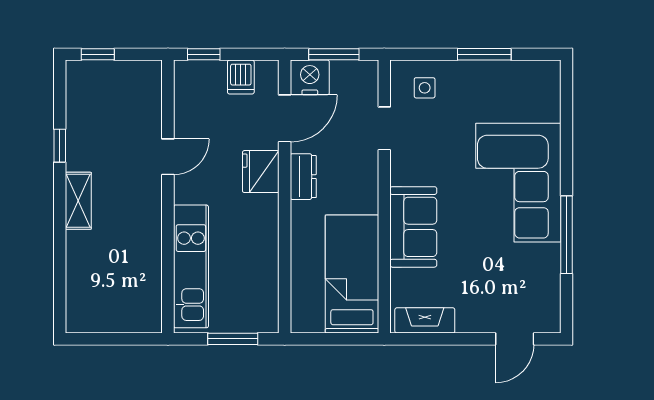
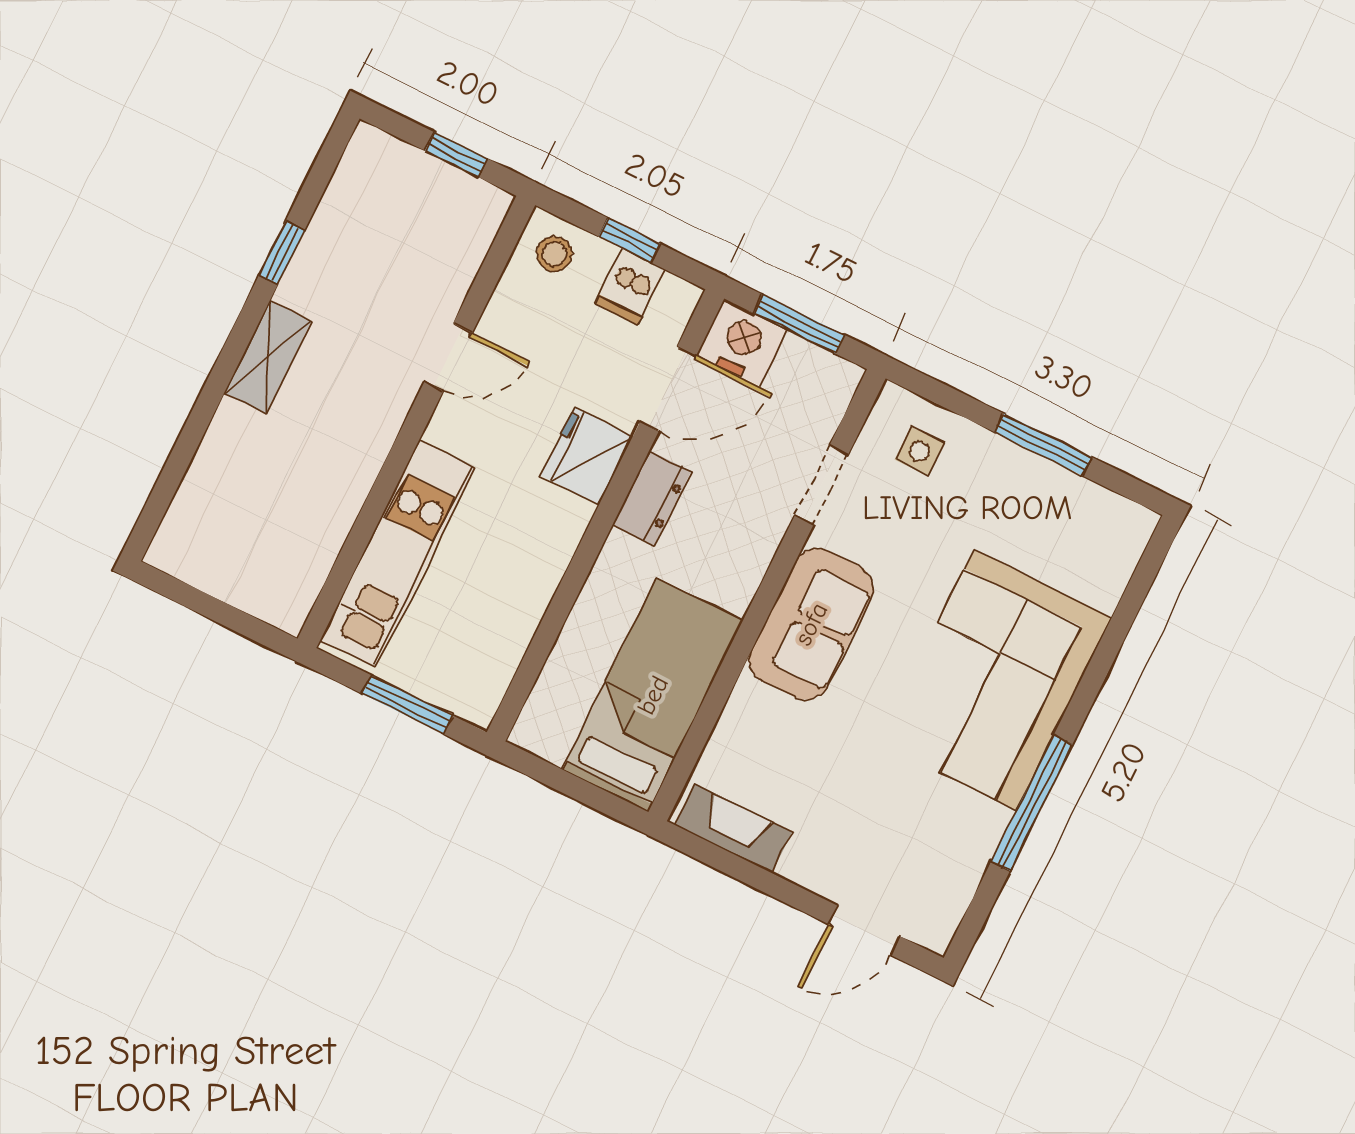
window: (98, 54) -> (456, 155), moved
window: (204, 54) -> (629, 240), moved
stool: (195, 79) -> (554, 254), added
sofa: (413, 227) -> (811, 624), moved

